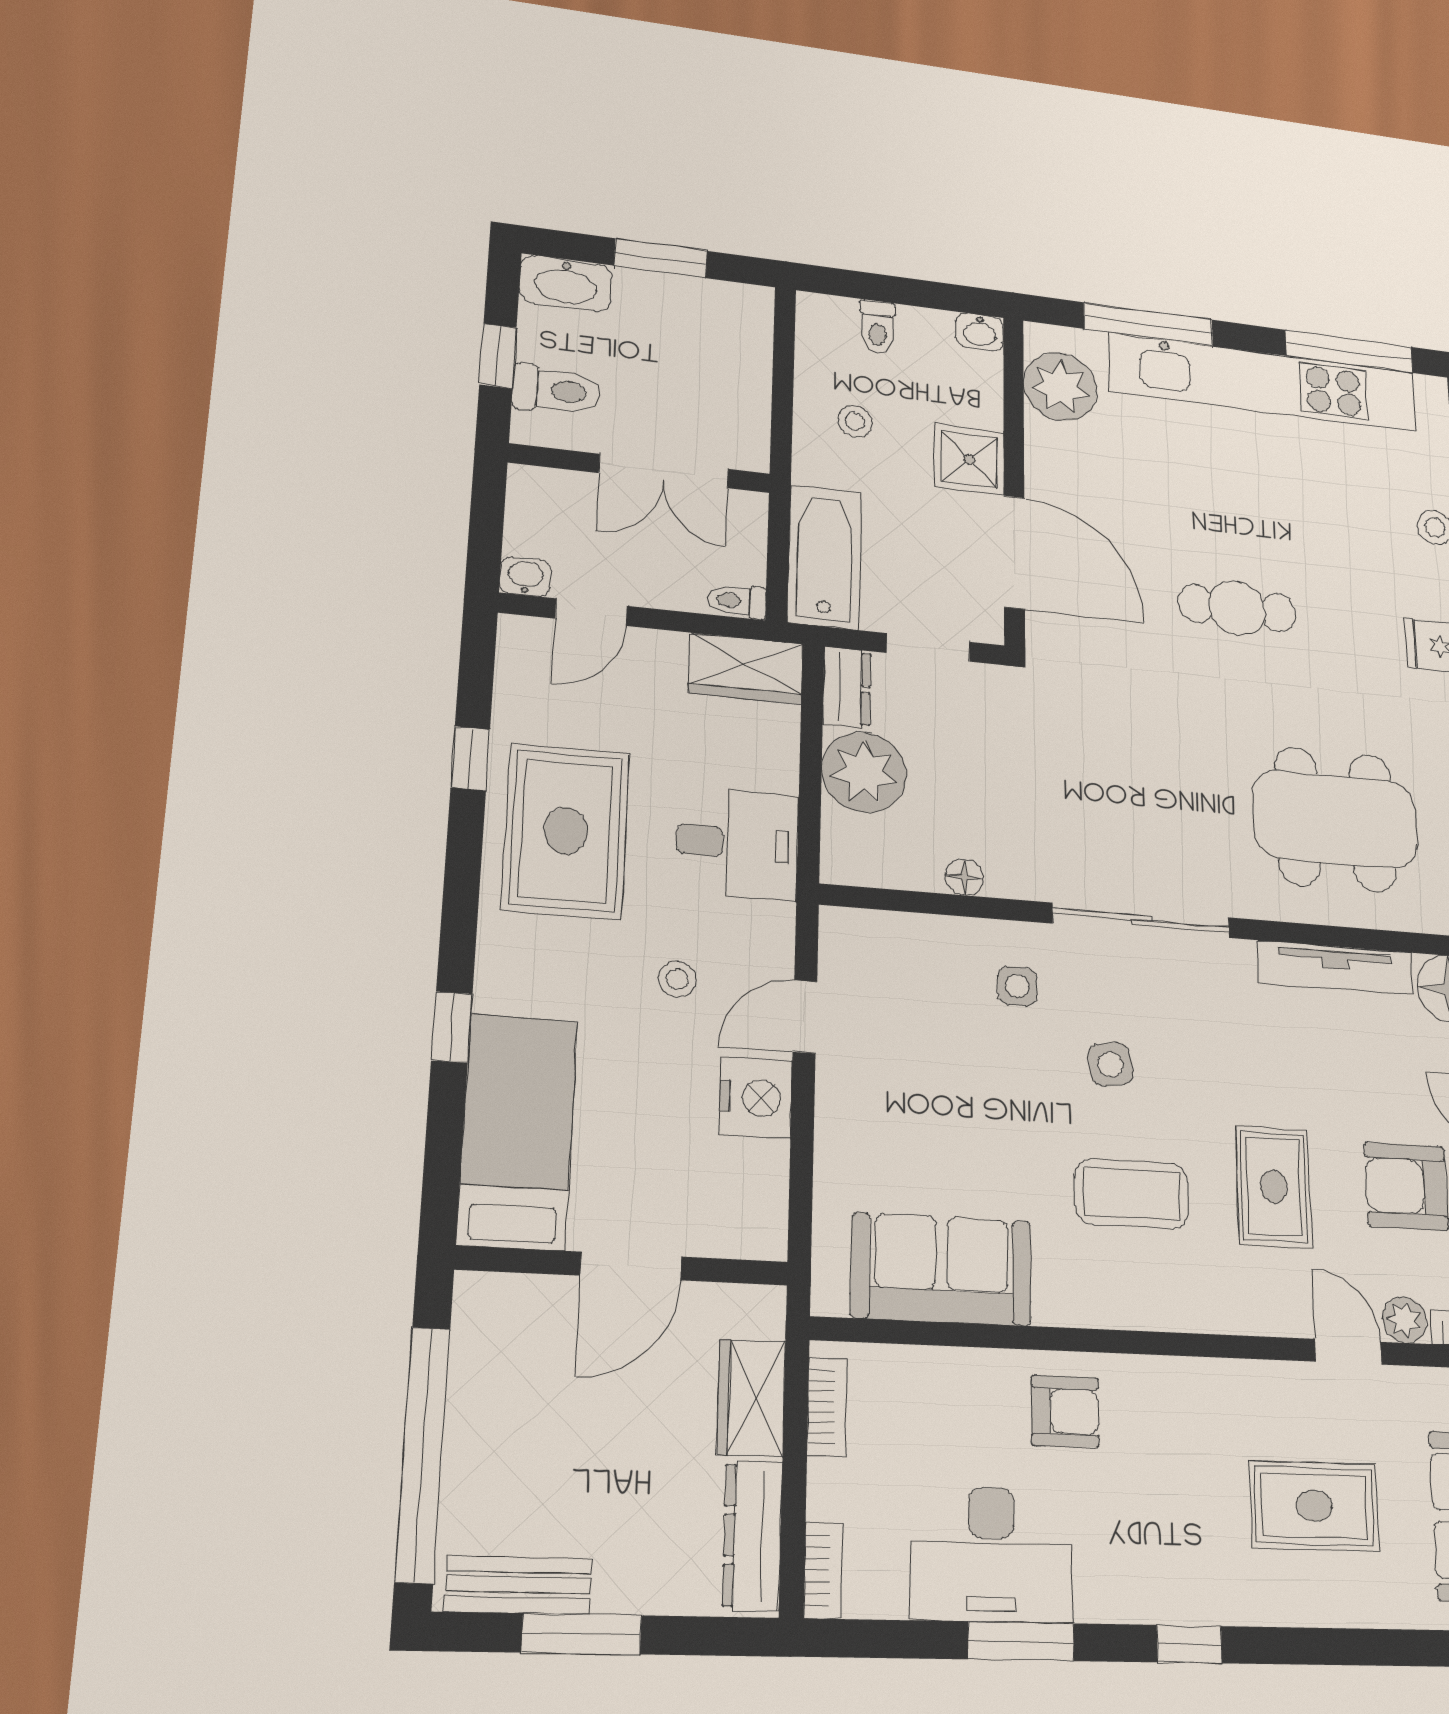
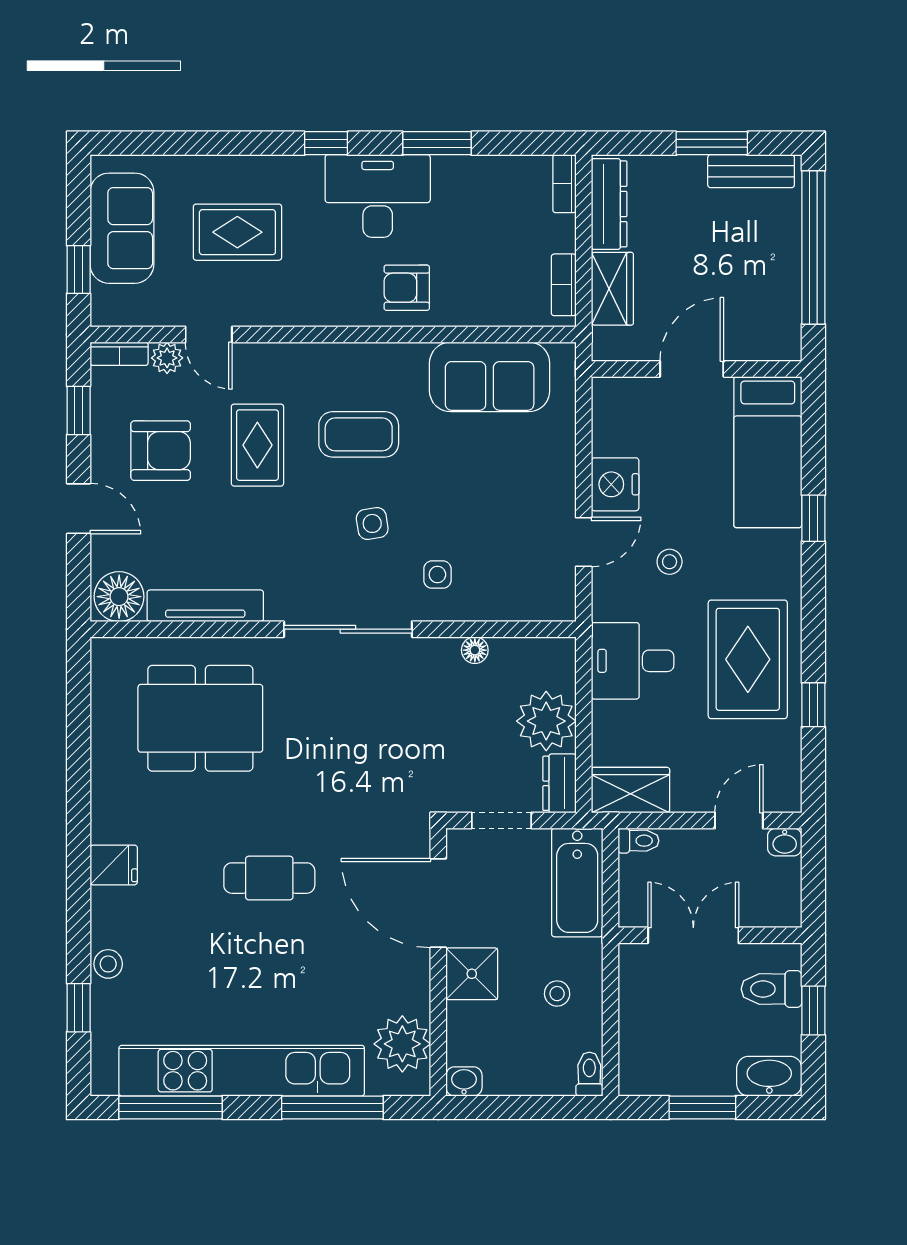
toilet: (878, 327) -> (589, 1074), moved
desk: (991, 1554) -> (378, 196), moved

